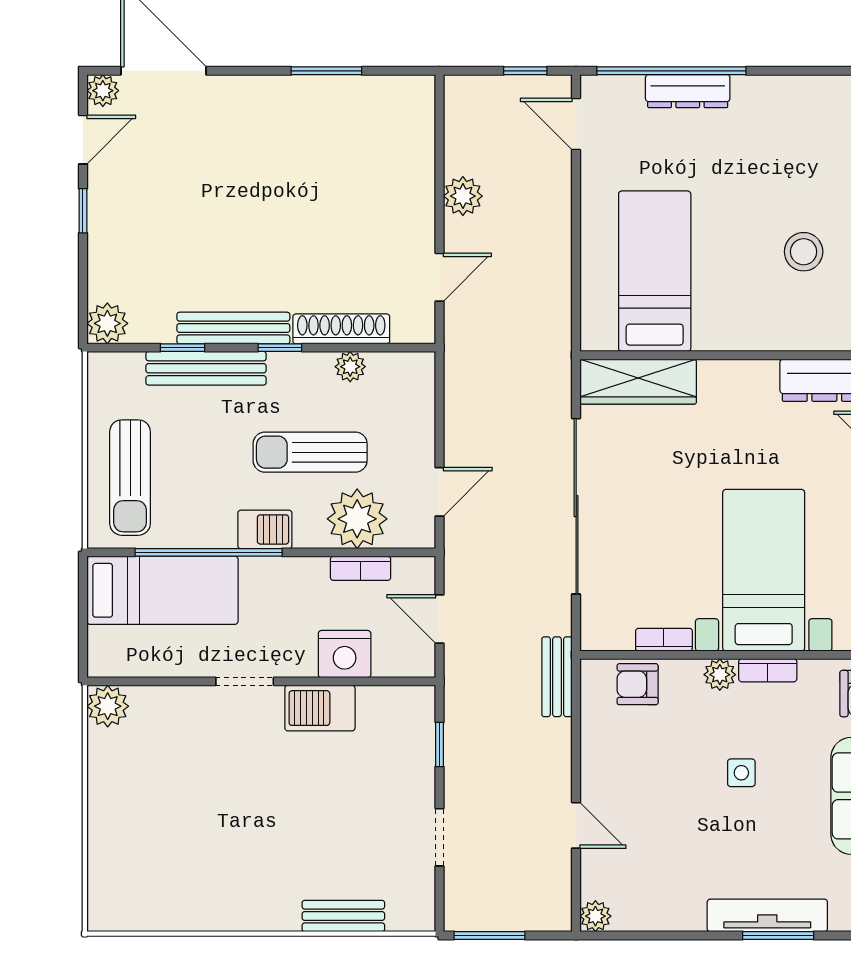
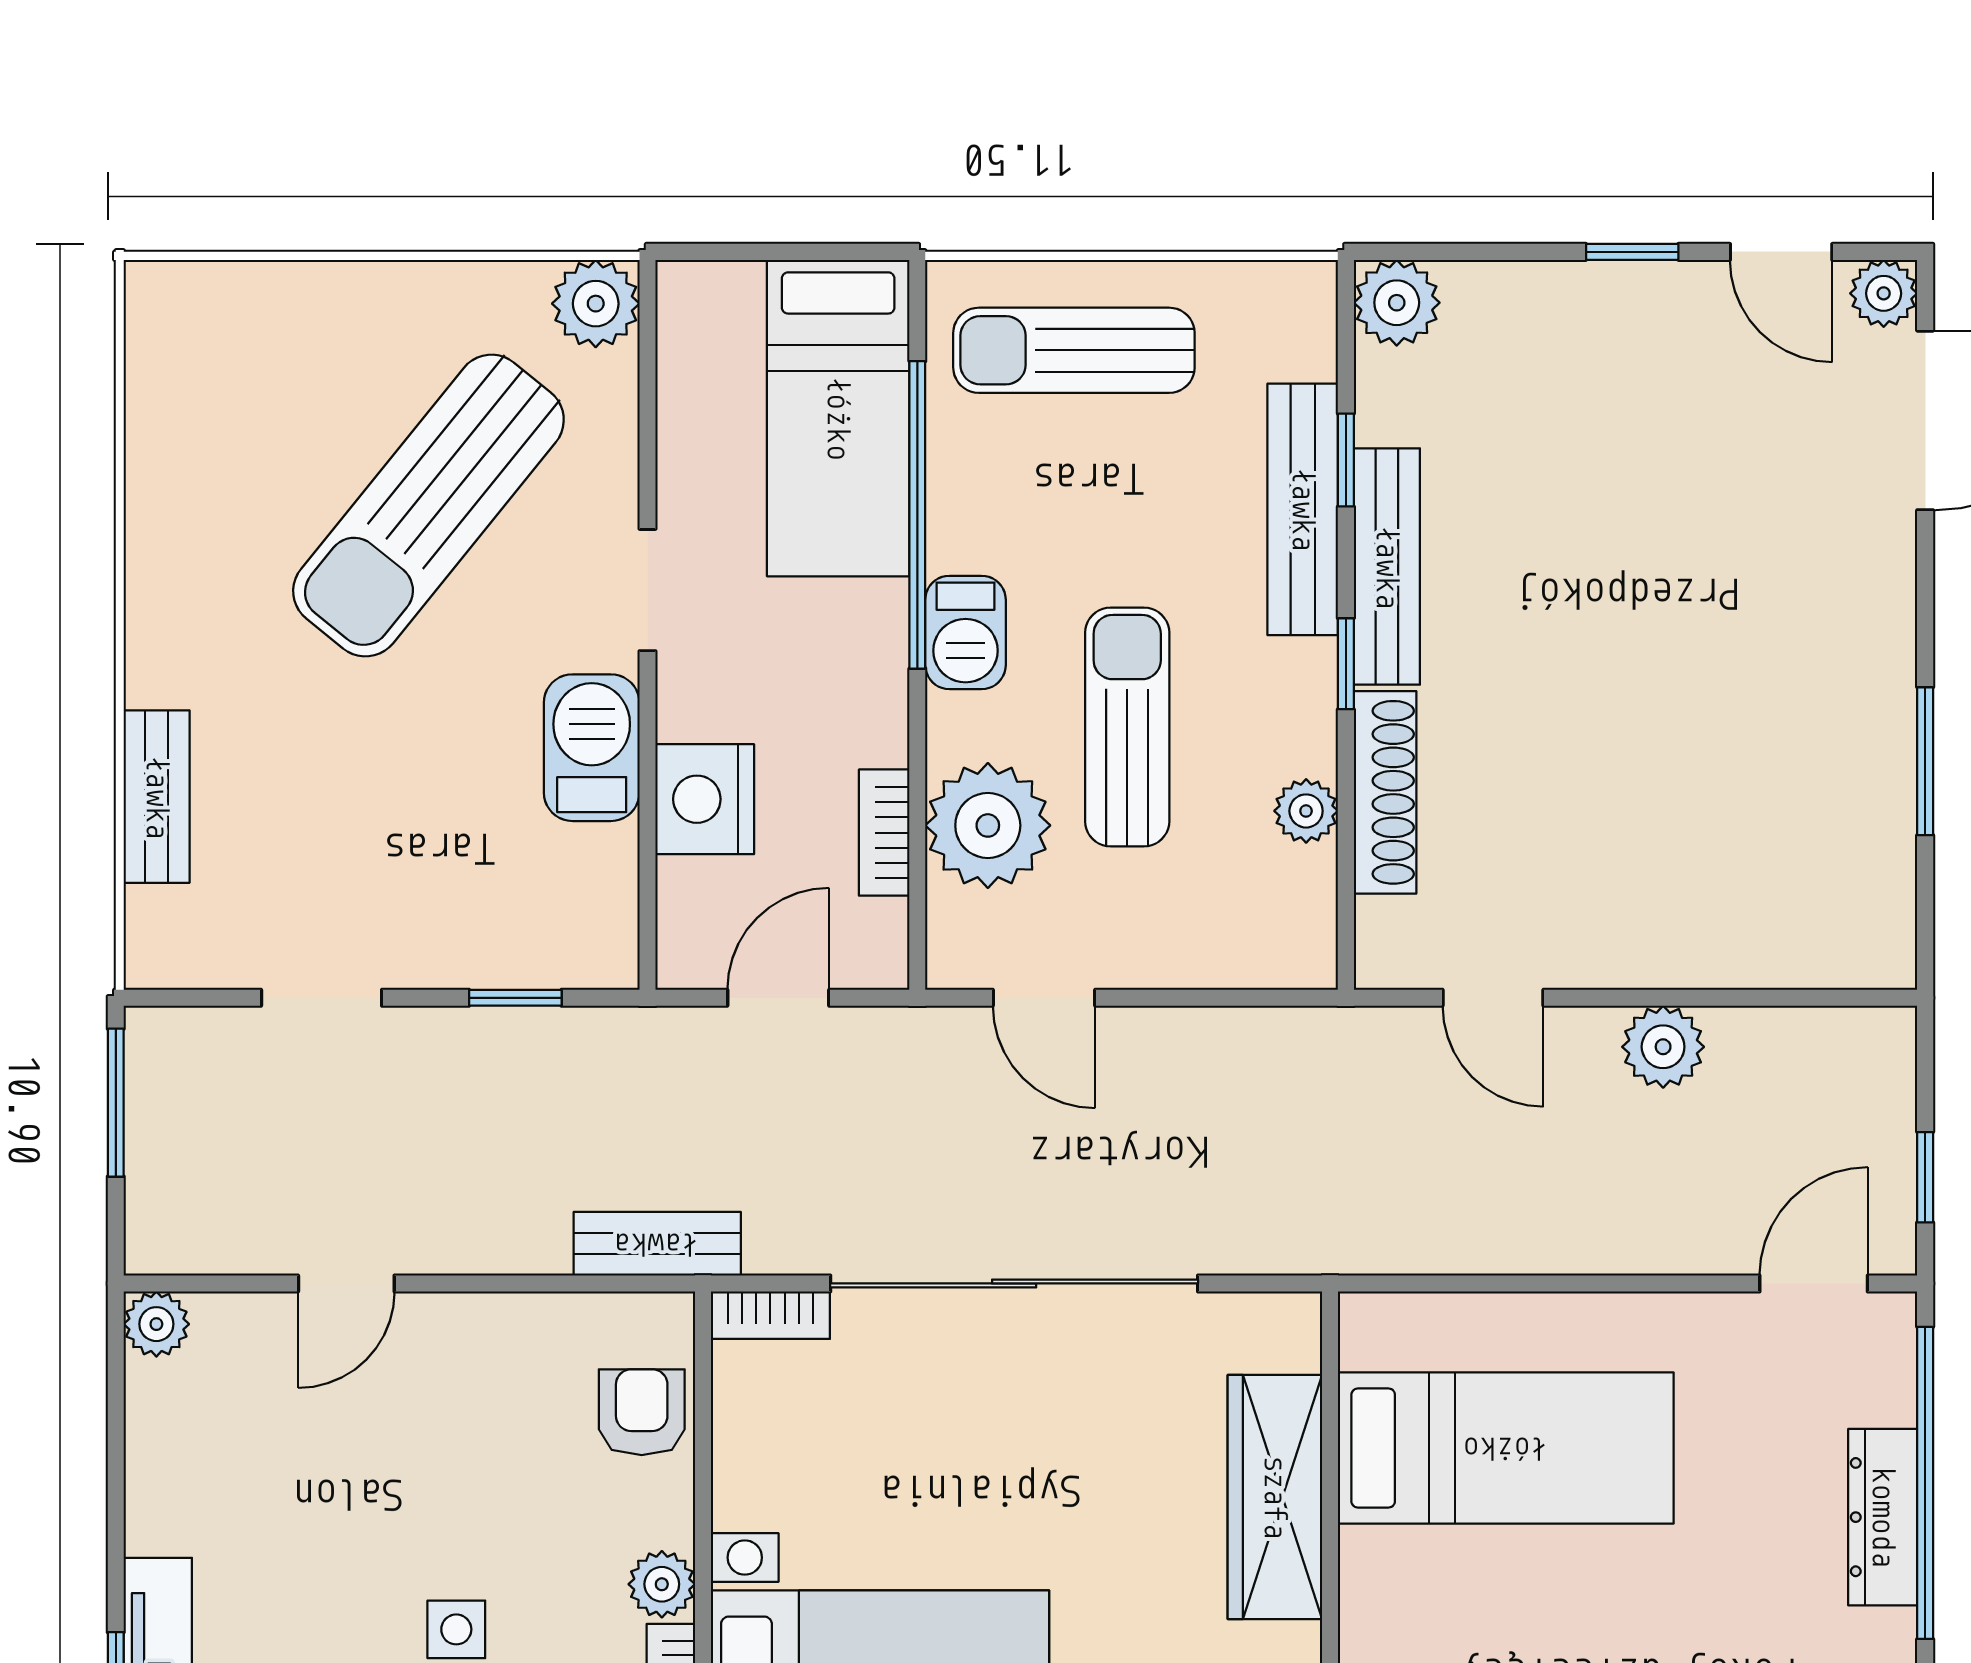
wardrobe: (638, 382) -> (1275, 1497), moved
bookcase: (664, 640) -> (770, 1315), moved, turned 90
sun lounger: (204, 786) -> (428, 506), added

